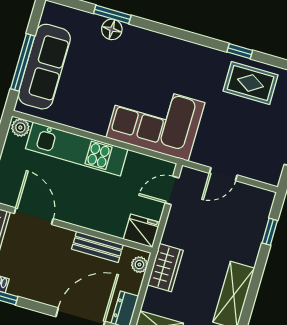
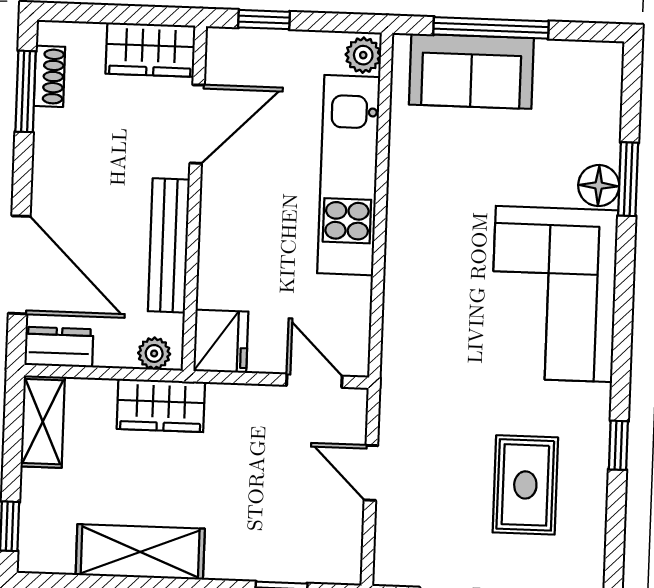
sofa: (44, 67) -> (471, 71), width x0.73
rug: (251, 83) -> (525, 485), moved
corner sofa: (155, 120) -> (554, 294), moved, turned 180
bench: (97, 247) -> (169, 245), width x1.36

